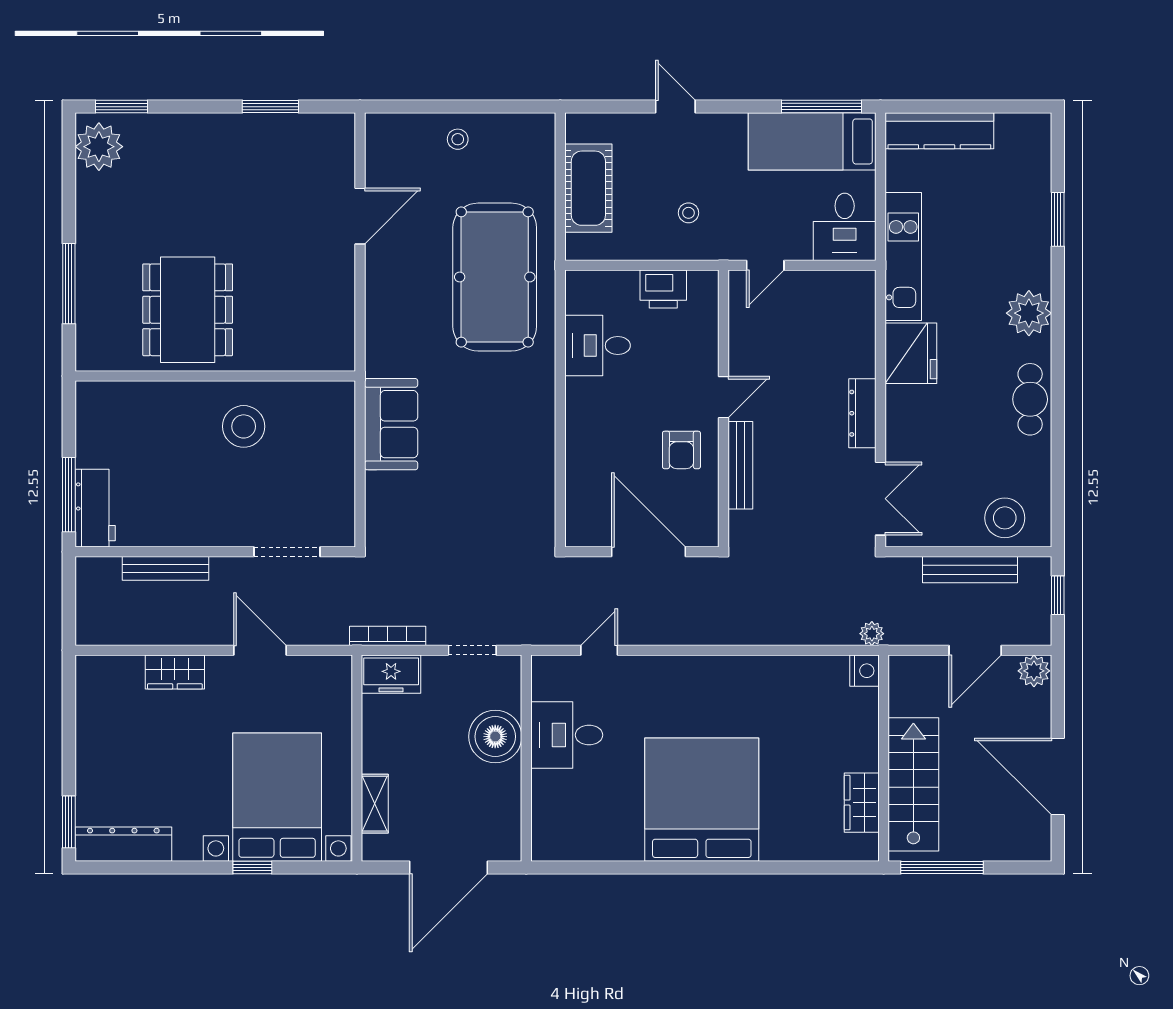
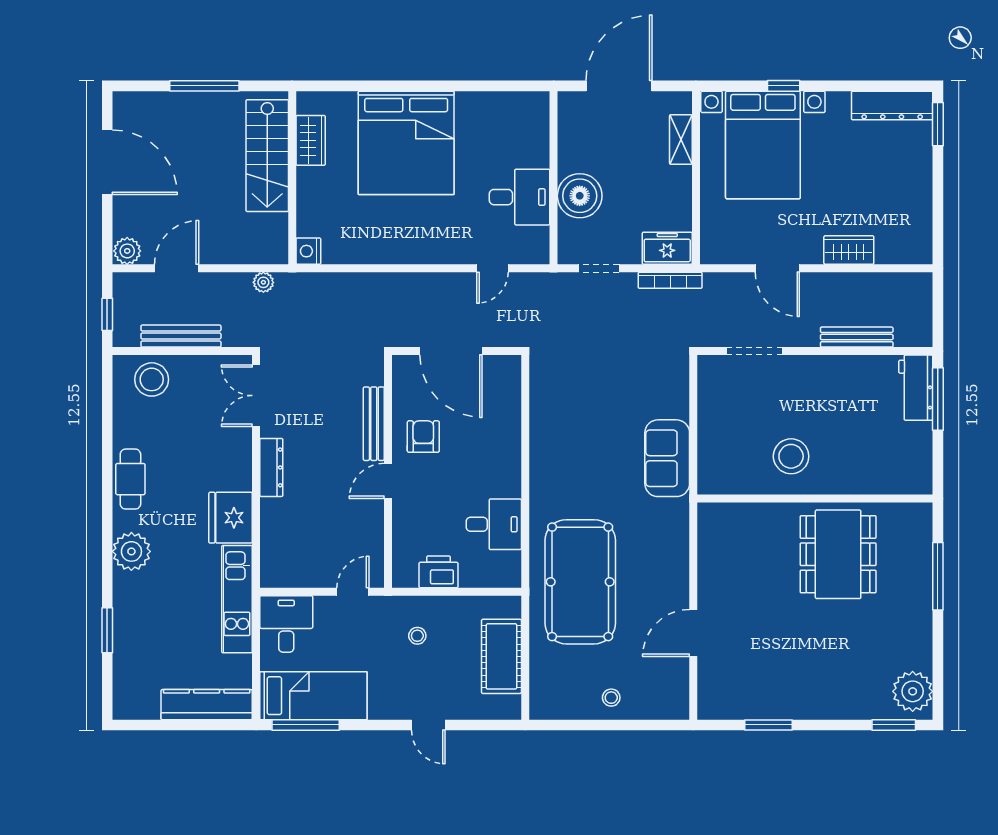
nightstand: (864, 671) -> (308, 251), moved
wall: (884, 758) -> (292, 178), moved
stairs: (913, 784) -> (267, 156), moved
wardrobe: (862, 803) -> (311, 140), moved

